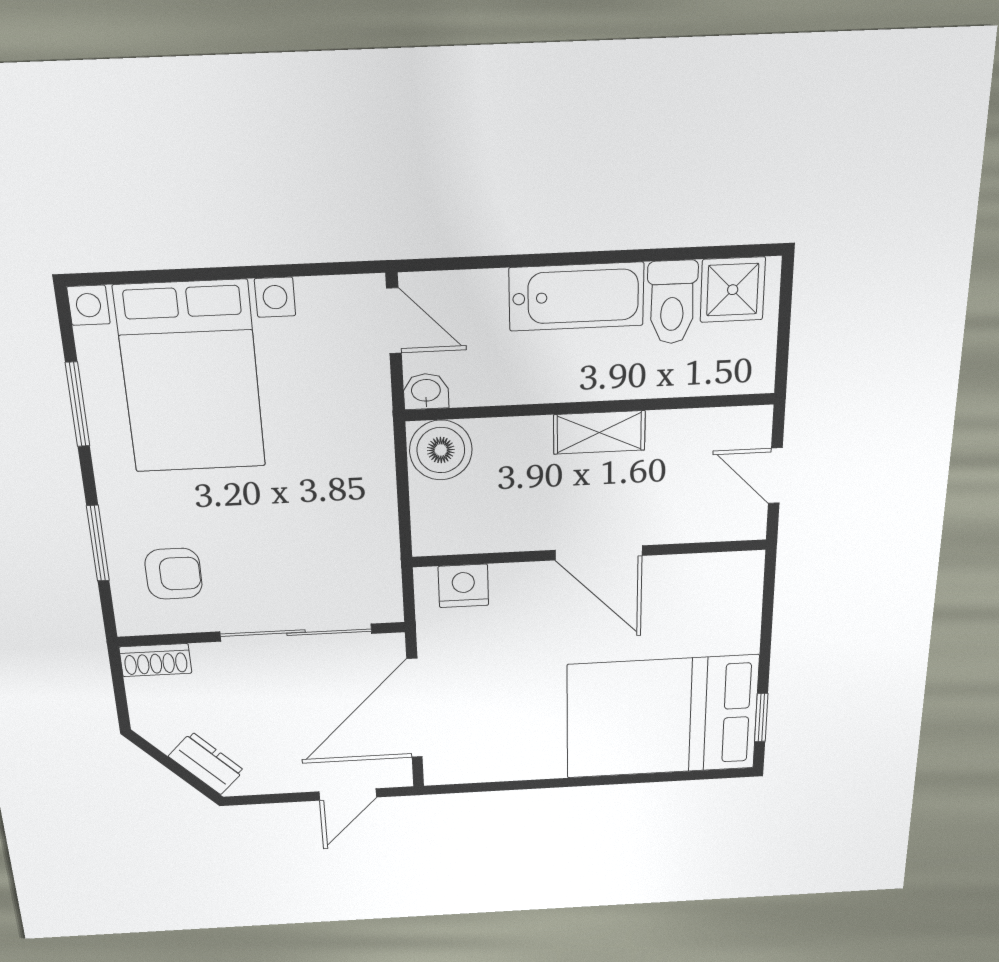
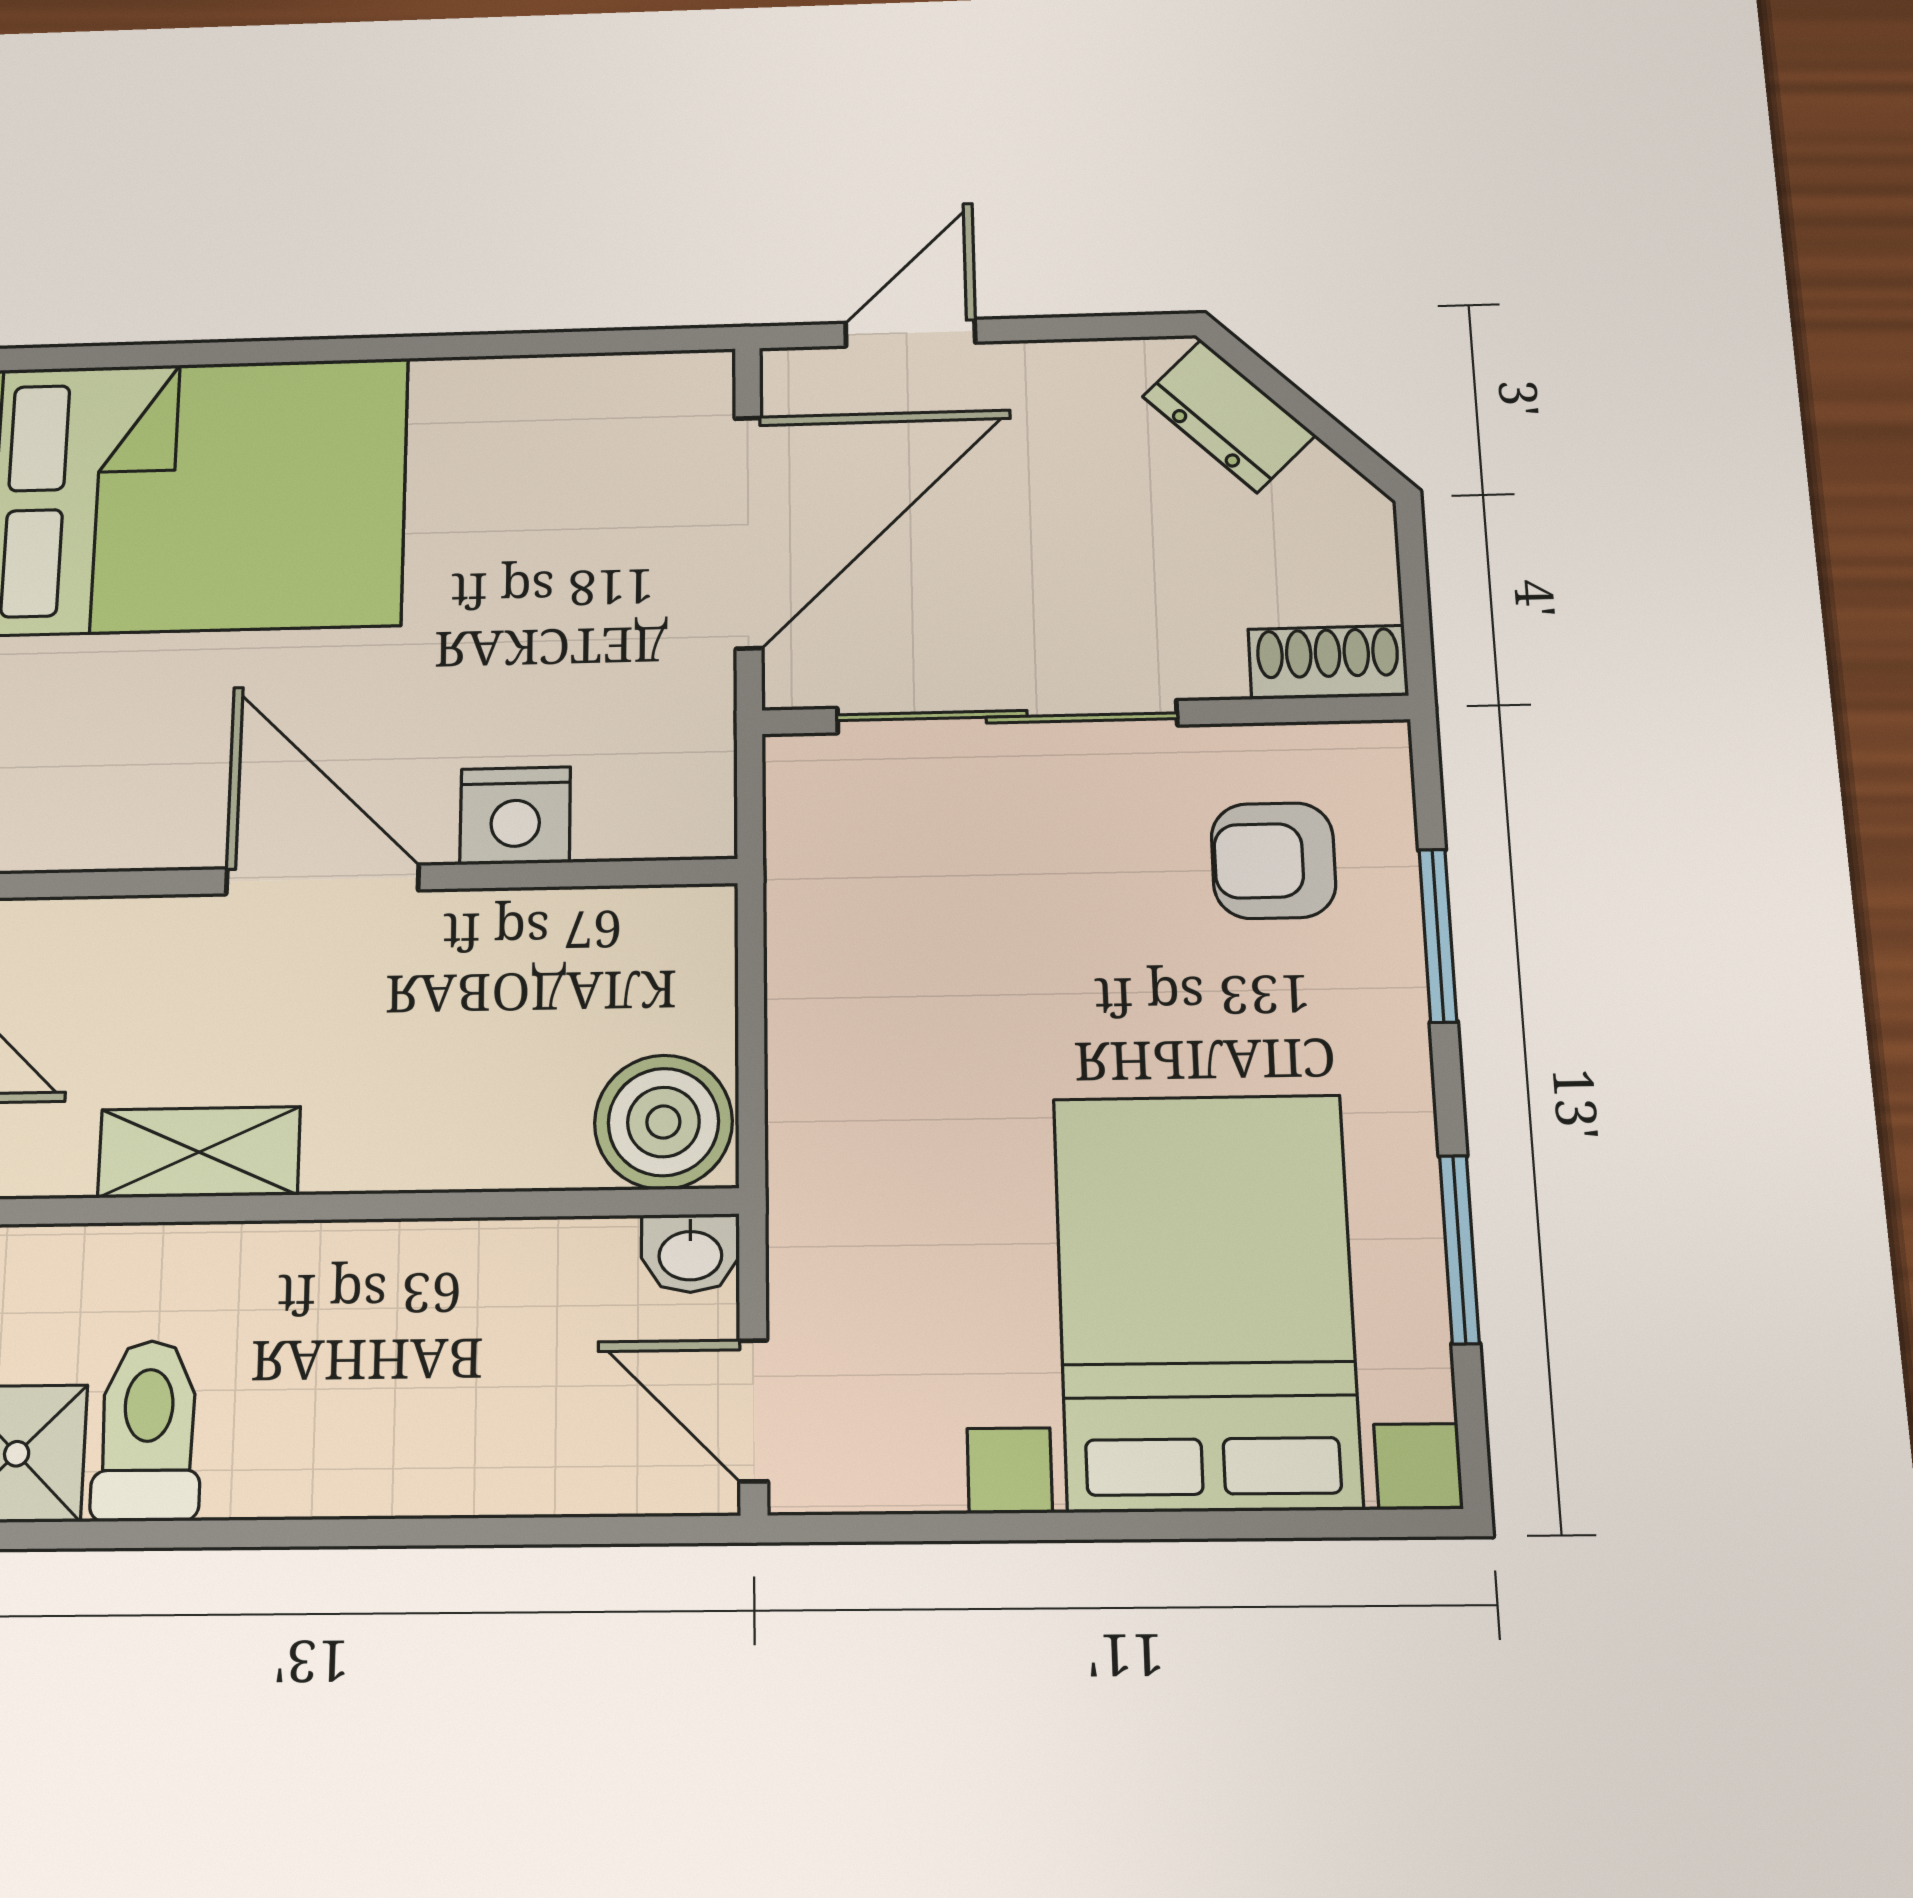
bathtub: (576, 297) -> (355, 1450), removed
shelving: (599, 432) -> (199, 1152), moved
nightstand: (463, 586) -> (515, 816), moved

